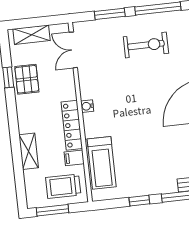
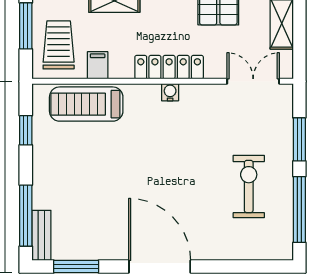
exercise bike: (146, 45) -> (249, 187), turned 180
locker: (72, 125) -> (169, 67), moved
window: (139, 201) -> (26, 130), moved

